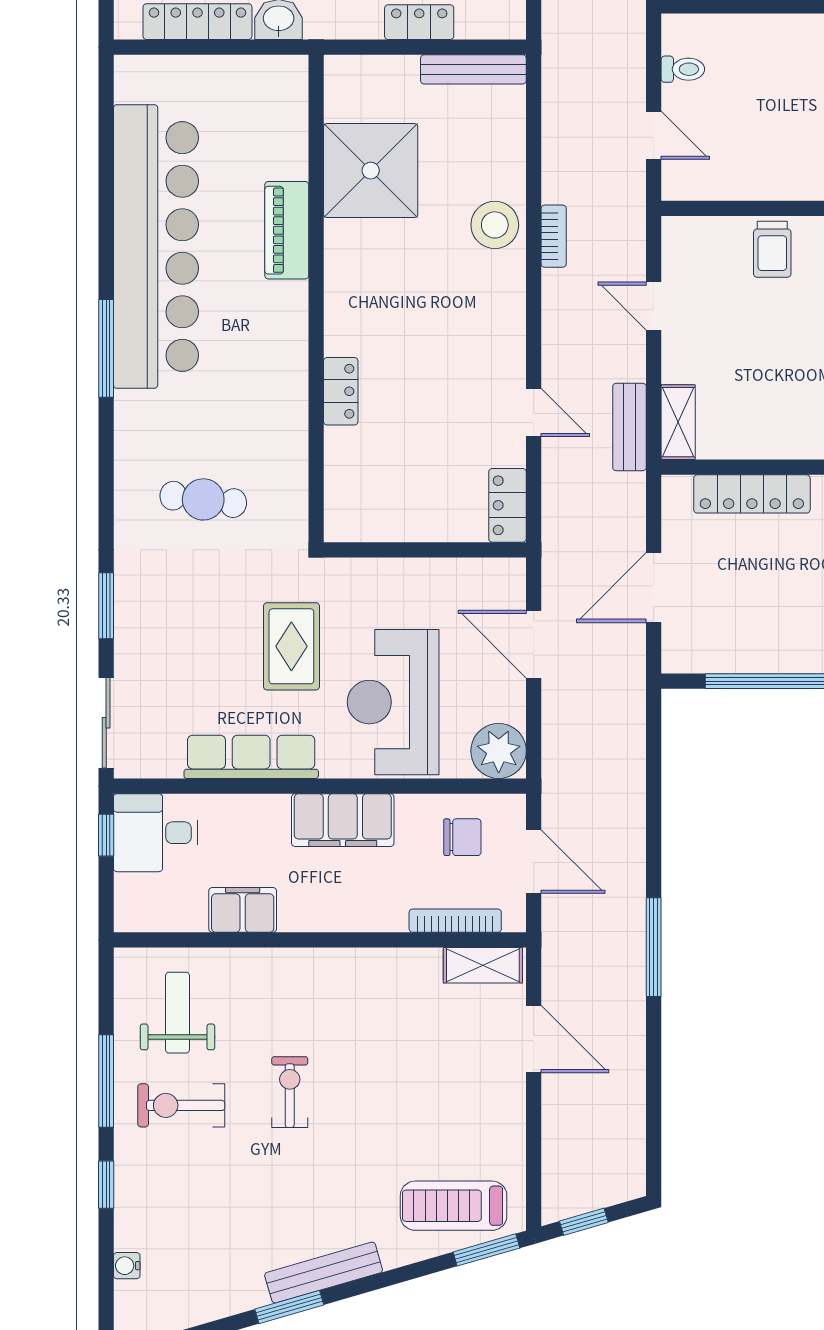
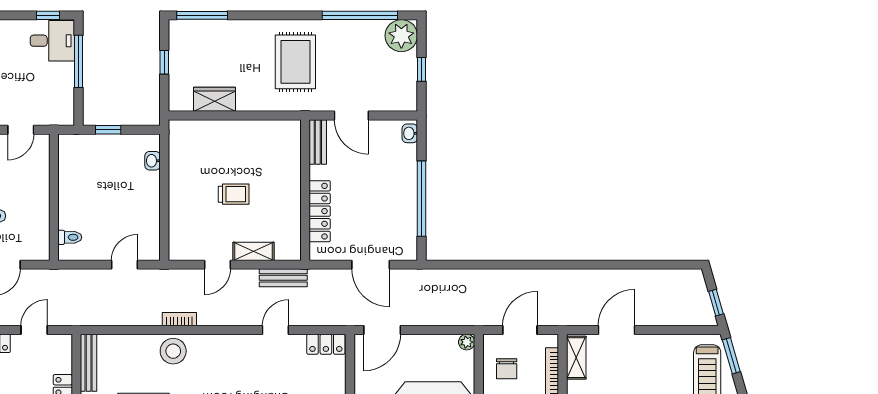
toilet: (683, 69) -> (70, 237), moved, turned 90
trolley: (772, 249) -> (234, 194), moved
shelving: (678, 422) -> (254, 251), moved
door: (534, 644) -> (382, 330), moved
plant: (499, 751) -> (467, 342), width x0.53, depth x0.53
chair: (462, 837) -> (507, 369), turned 180
window: (654, 947) -> (566, 265), removed

